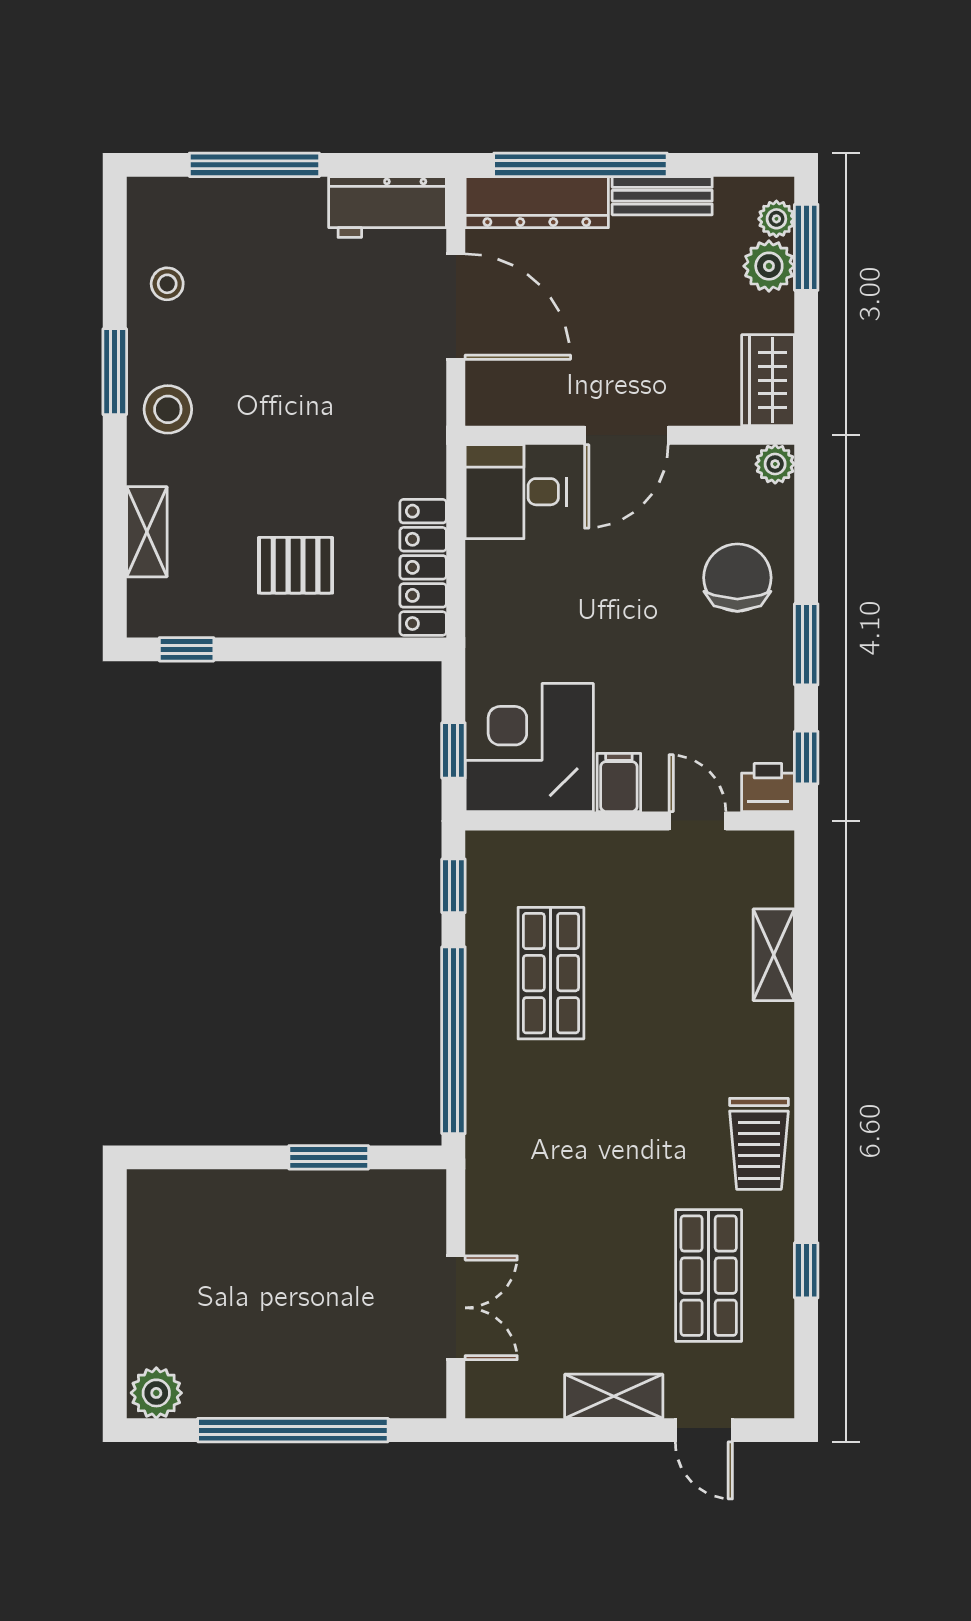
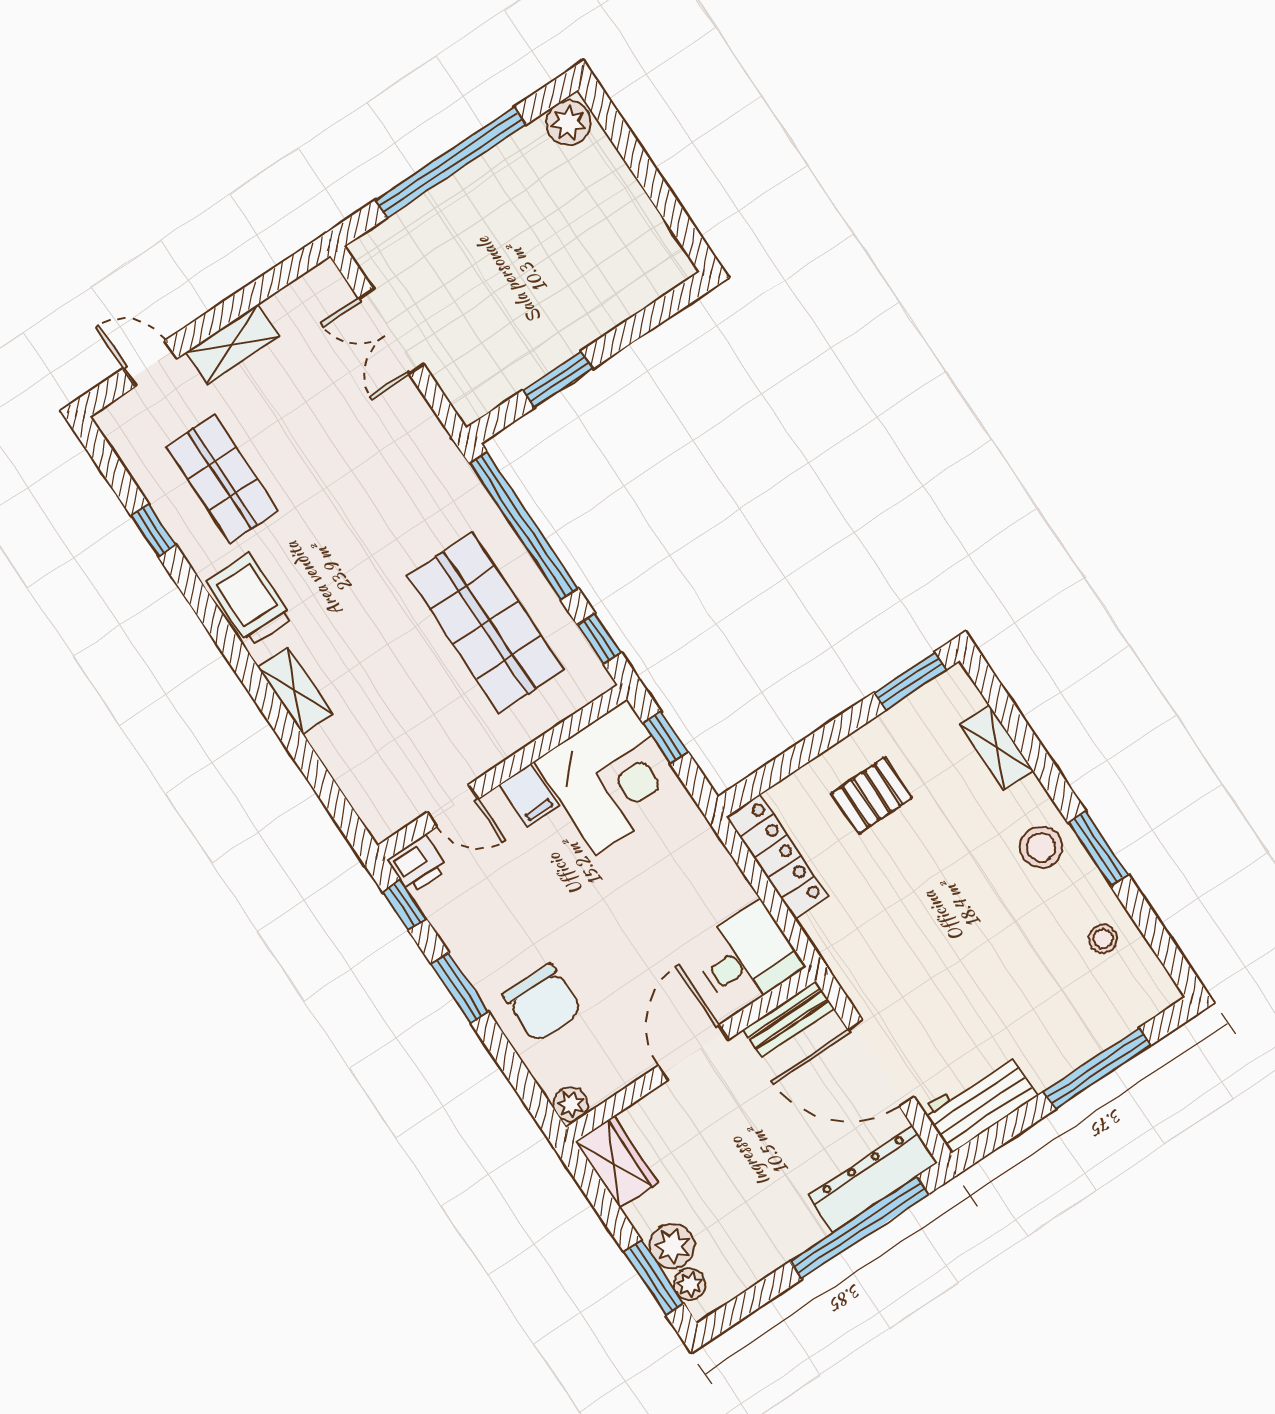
bench: (662, 196) -> (789, 1019), moved
window: (187, 649) -> (910, 681), width x1.50
shelving: (774, 955) -> (295, 690), moved
shop shelf: (551, 973) -> (485, 623), width x1.43, depth x1.36

